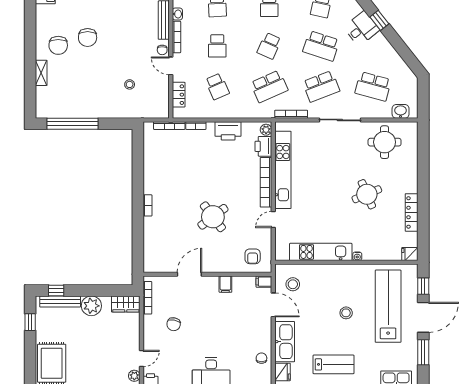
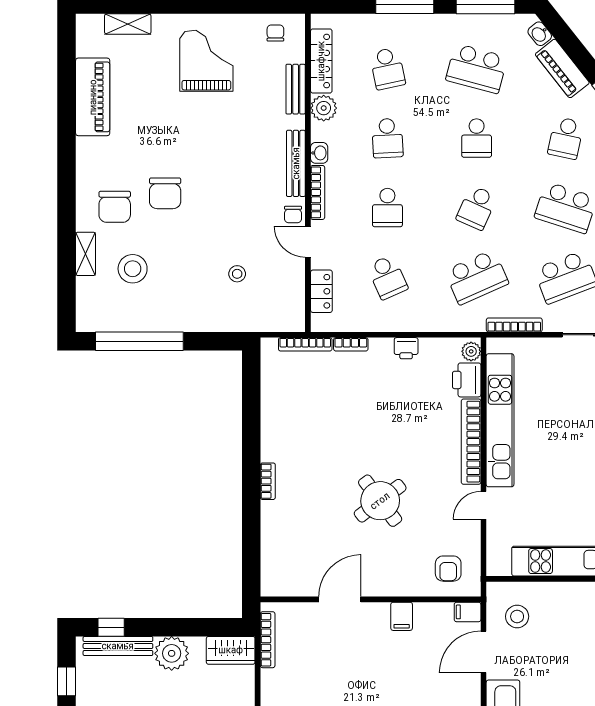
stool: (69, 81) -> (133, 269), added
printer: (228, 131) -> (406, 348), width x0.53, depth x0.68
door: (273, 305) -> (484, 652), swing flipped
chair: (174, 324) -> (313, 685), removed

